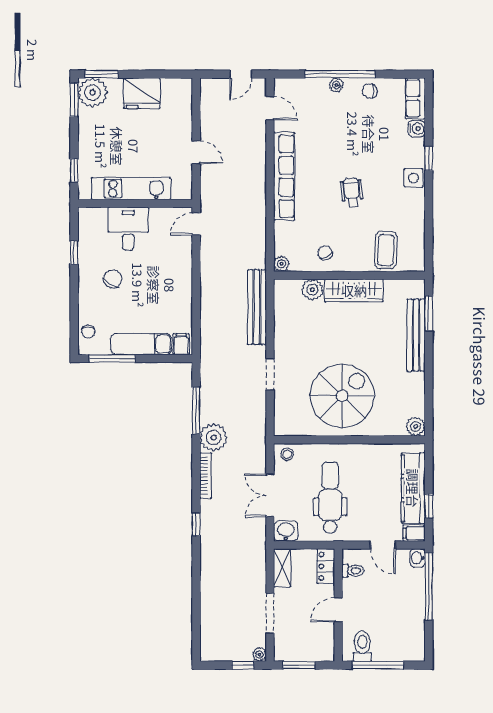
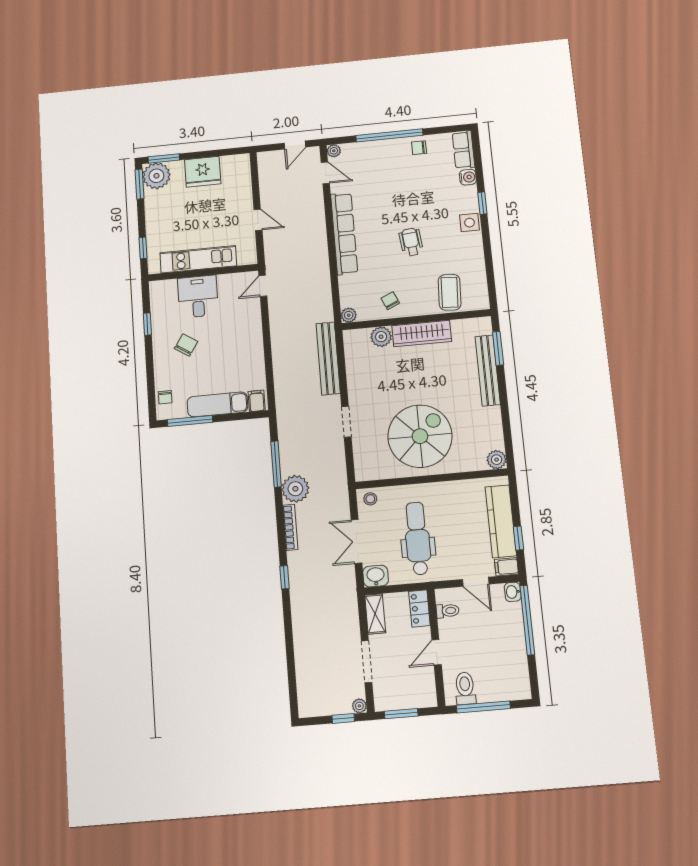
plant: (336, 85) -> (334, 151), moved

